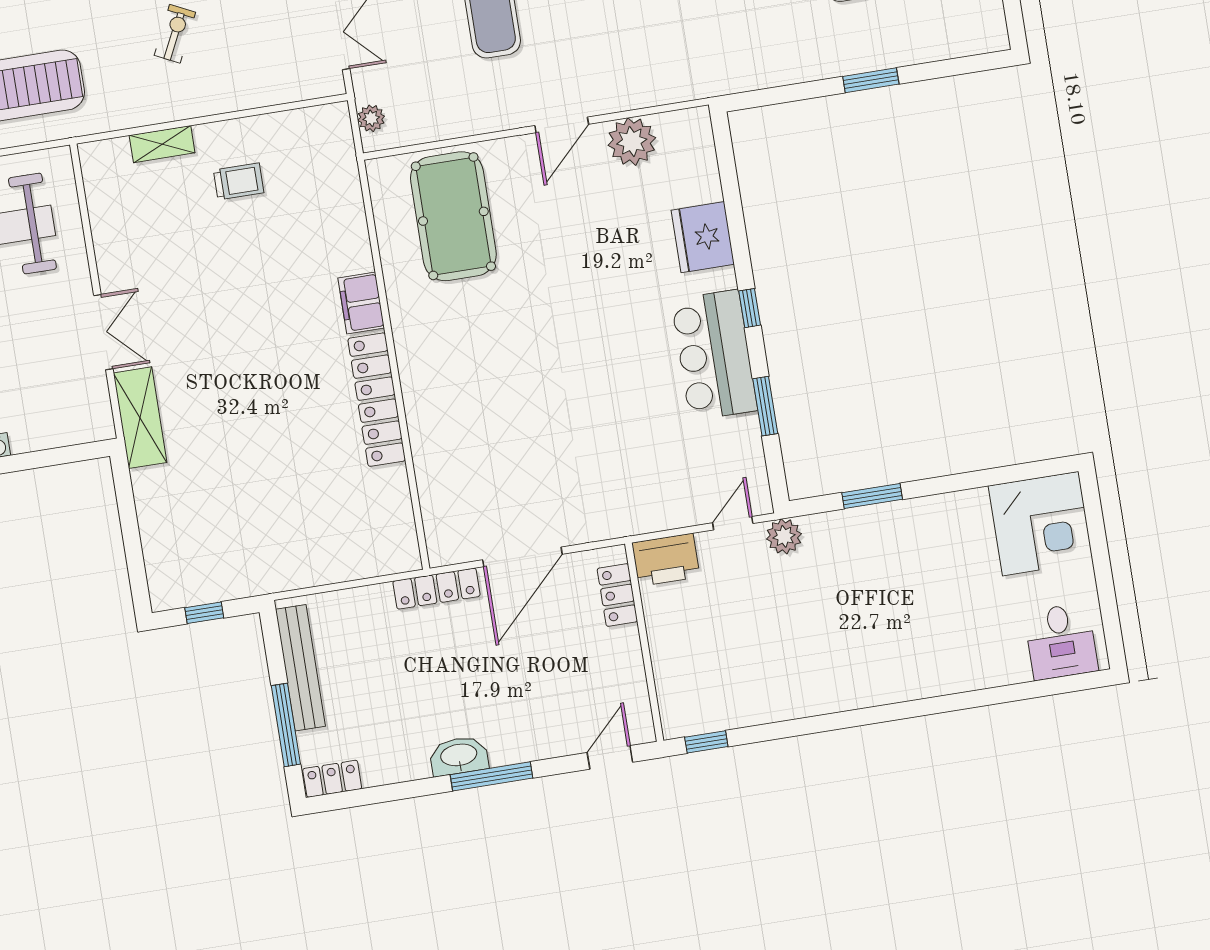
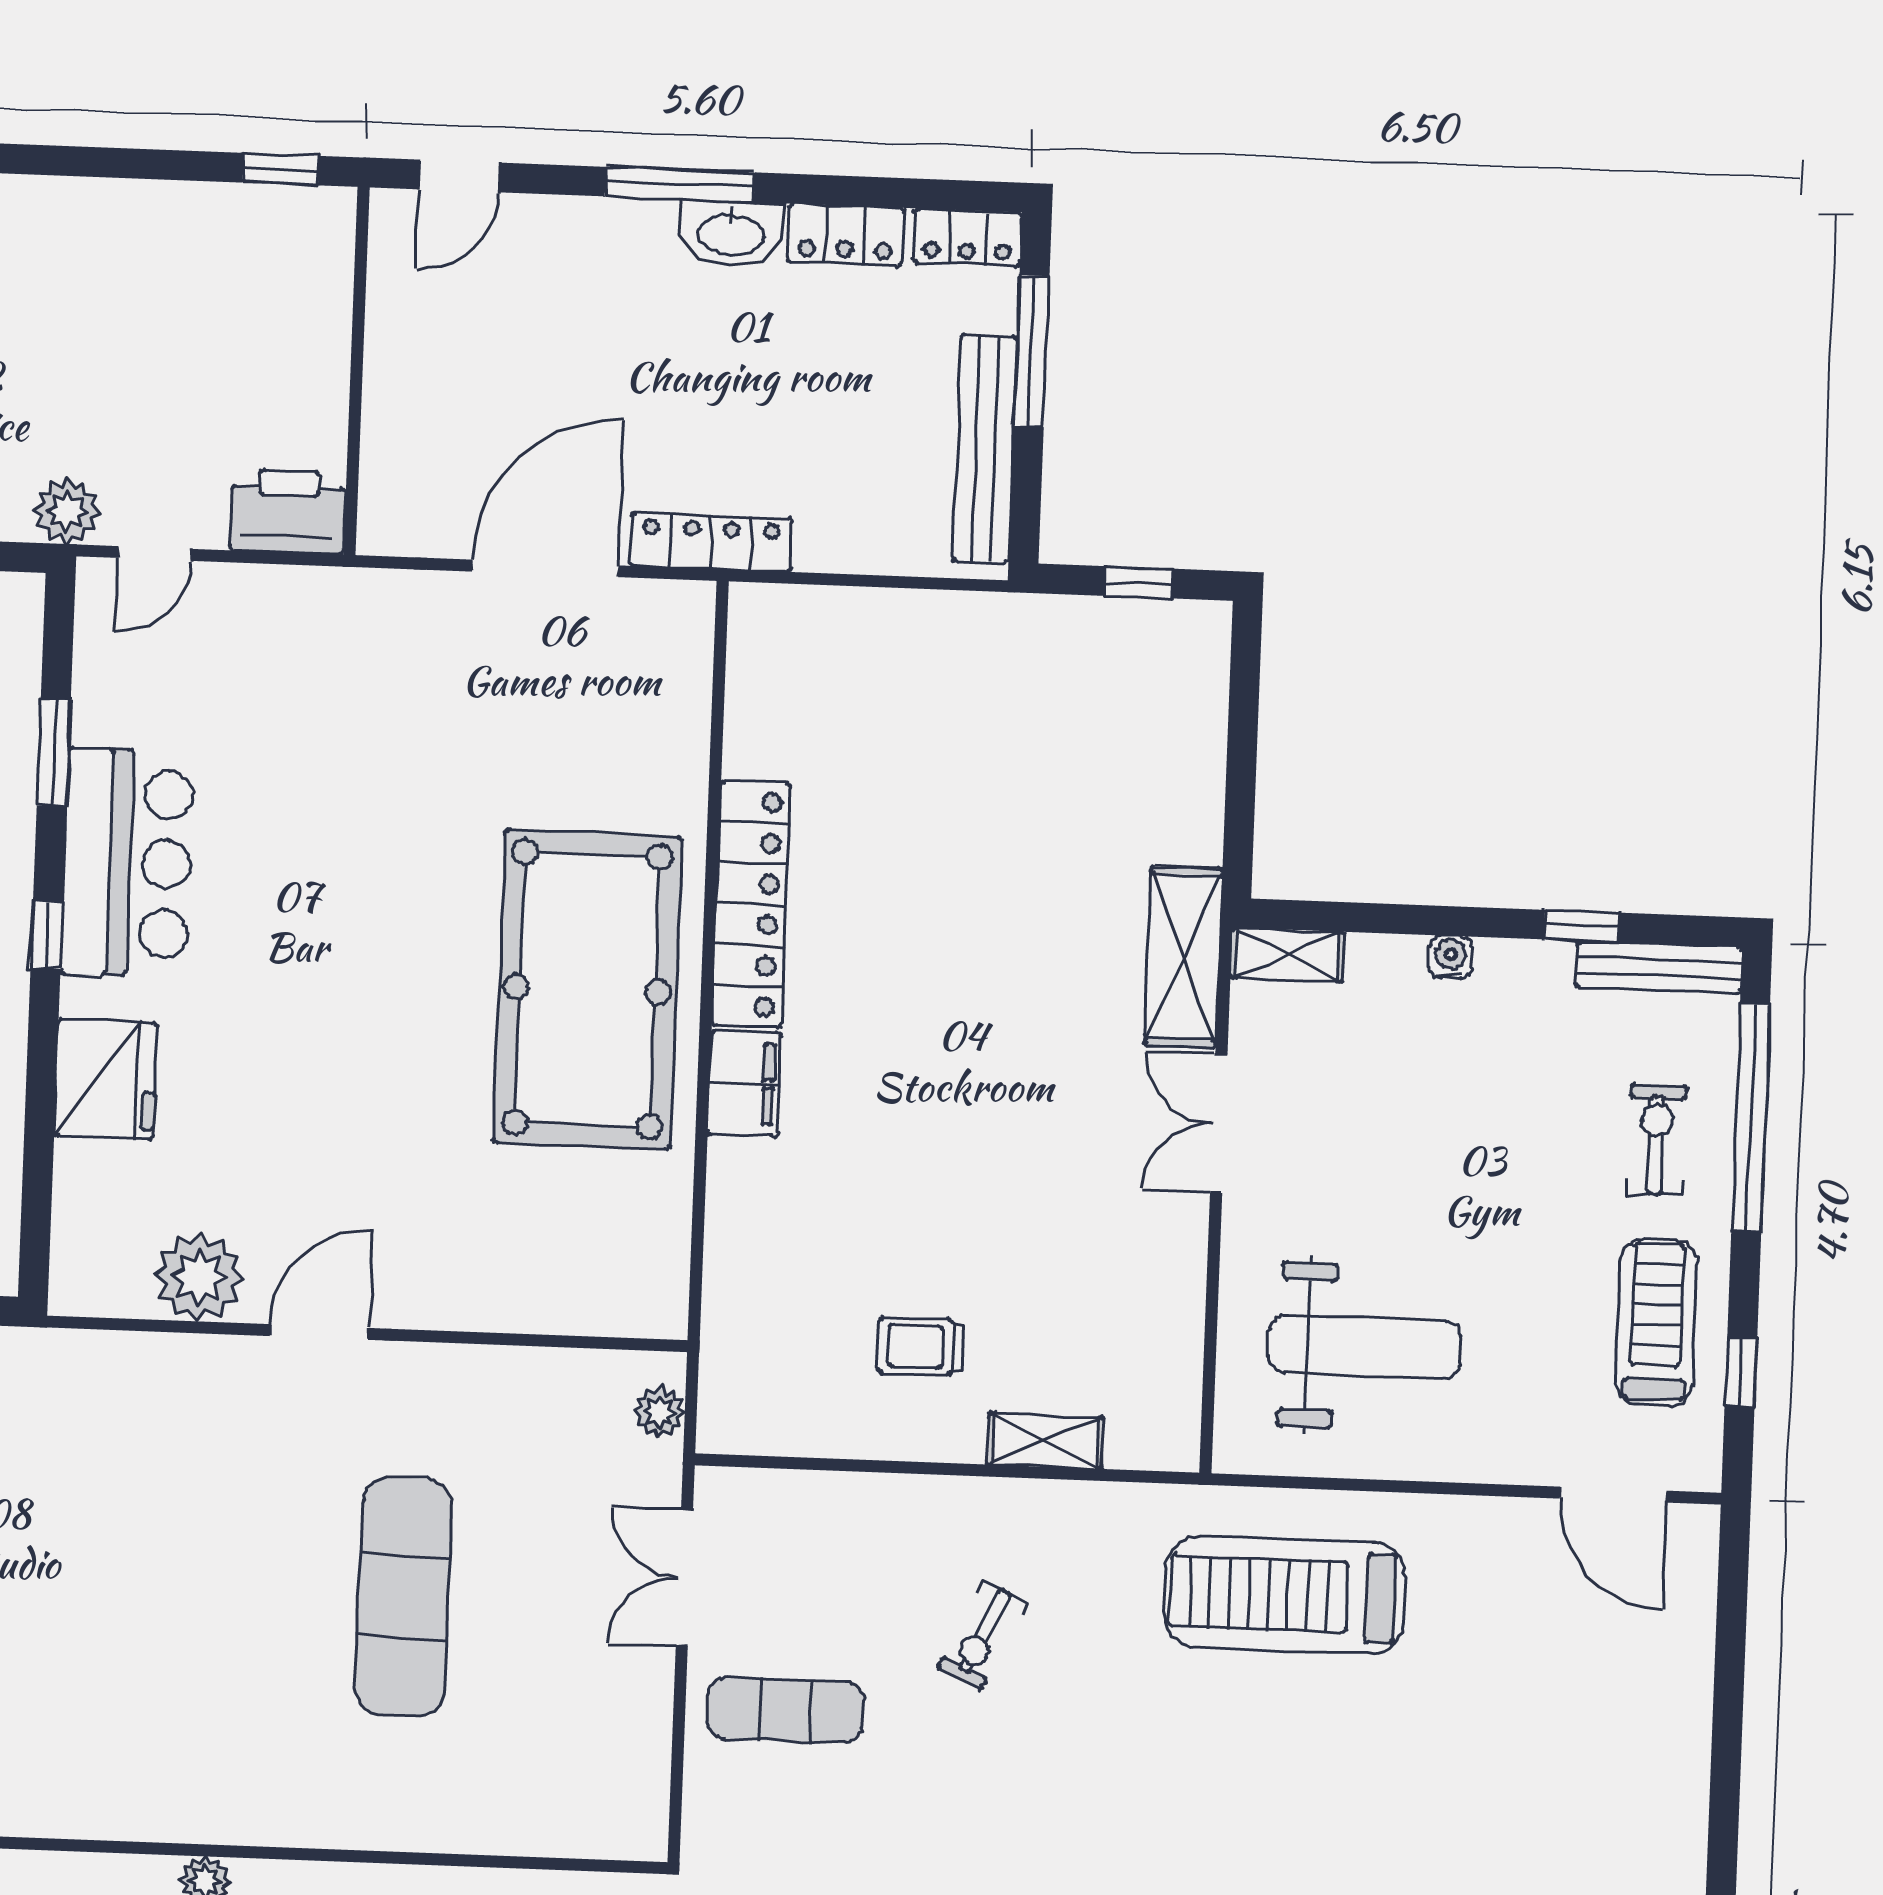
pool table: (453, 216) -> (587, 989), moved, width x1.36, depth x1.32
shelving: (85, 430) -> (1287, 955), added
locker: (617, 595) -> (845, 235), moved, turned 90

